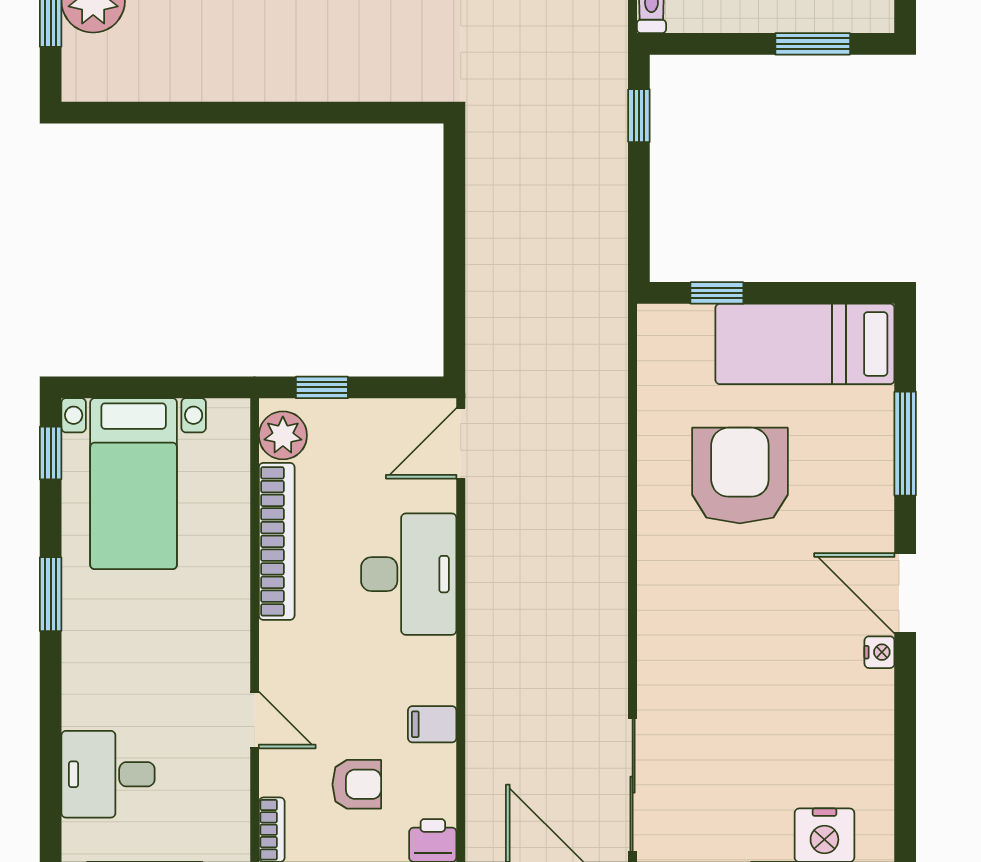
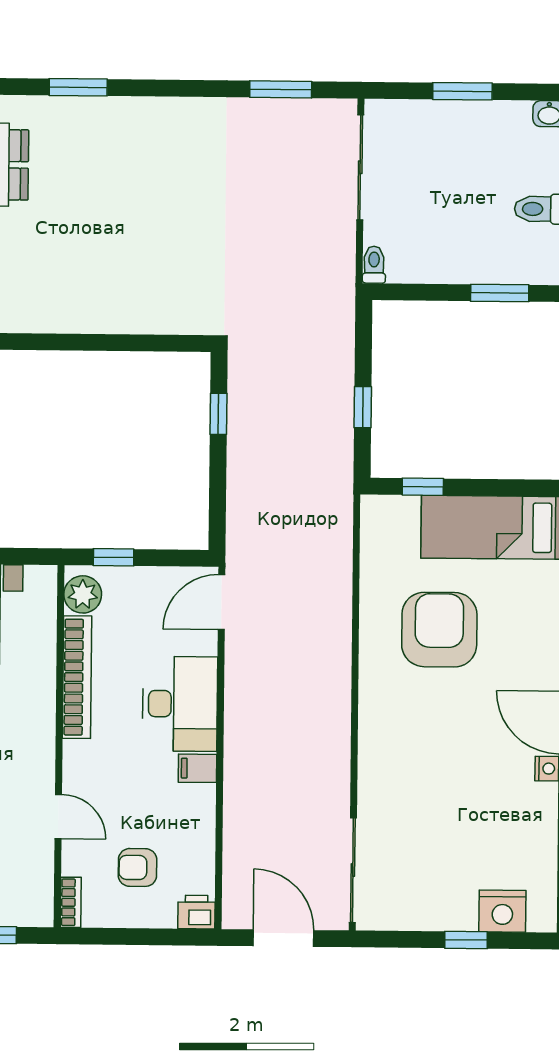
window: (639, 116) -> (363, 407), moved
window: (454, 202) -> (218, 414), added
filing cabinet: (432, 724) -> (197, 768), moved
armchair: (357, 784) -> (138, 867), turned 180

